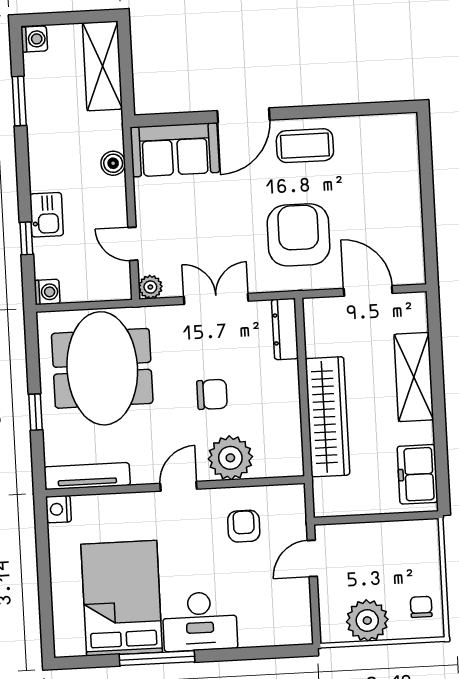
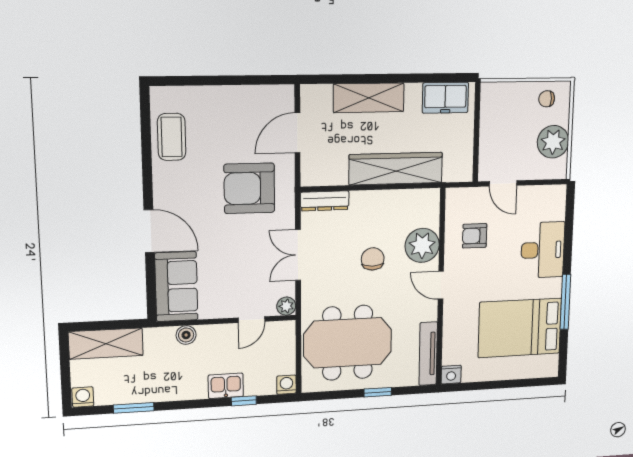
coffee table: (305, 146) -> (172, 137), moved
desk: (200, 621) -> (543, 250), moved

